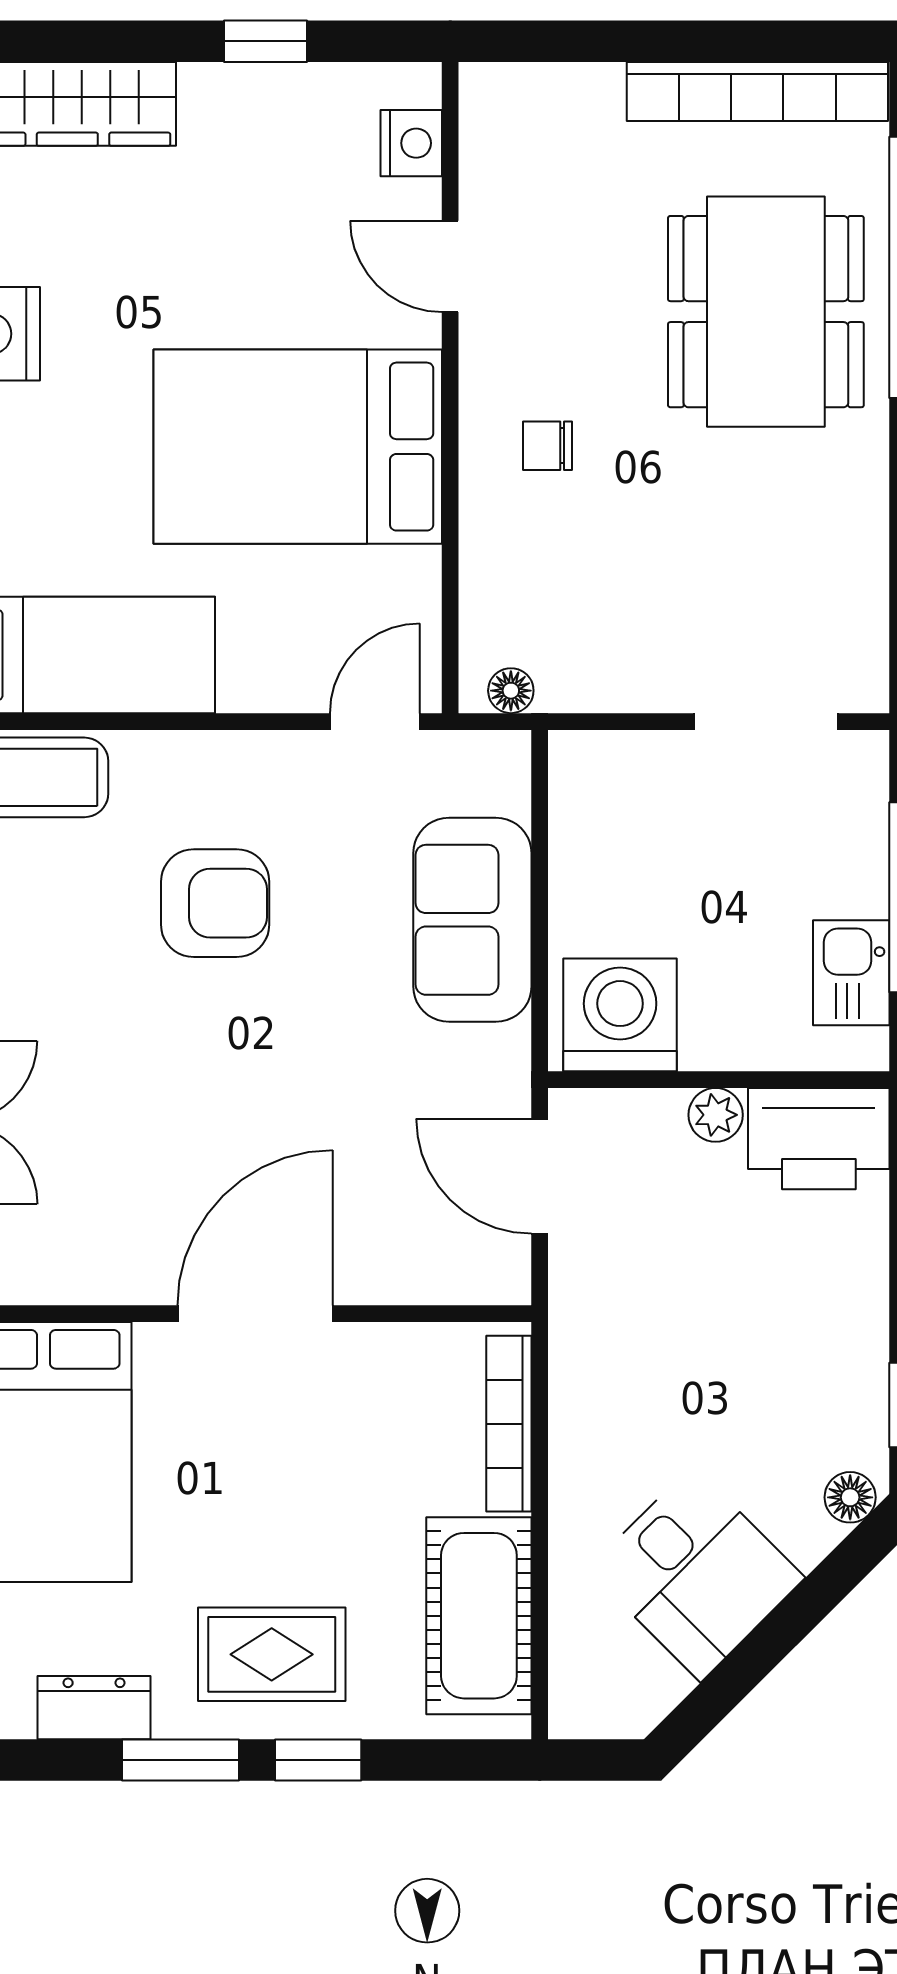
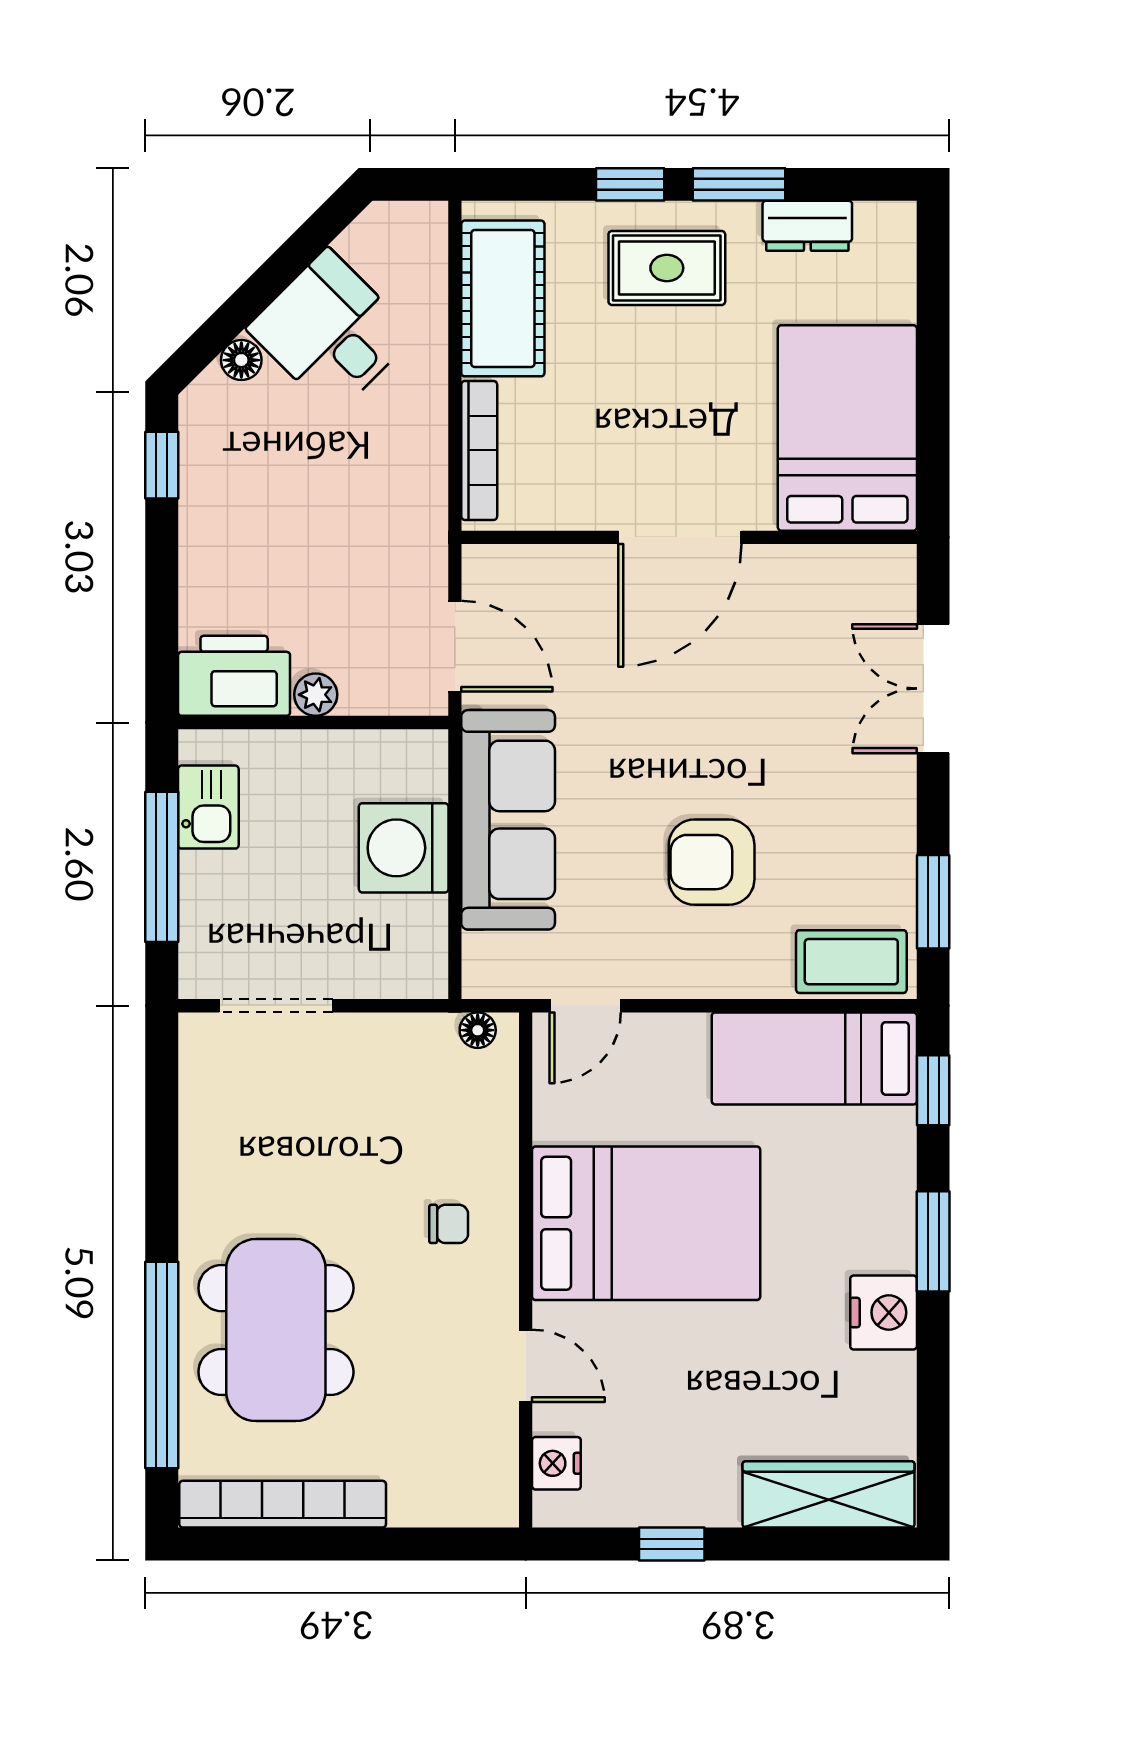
sofa: (472, 920) -> (508, 820), width x1.36
washing machine: (620, 1015) -> (404, 848), moved, turned 90
floor lamp: (850, 1497) -> (241, 360), moved

